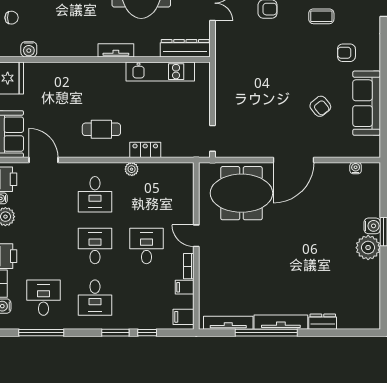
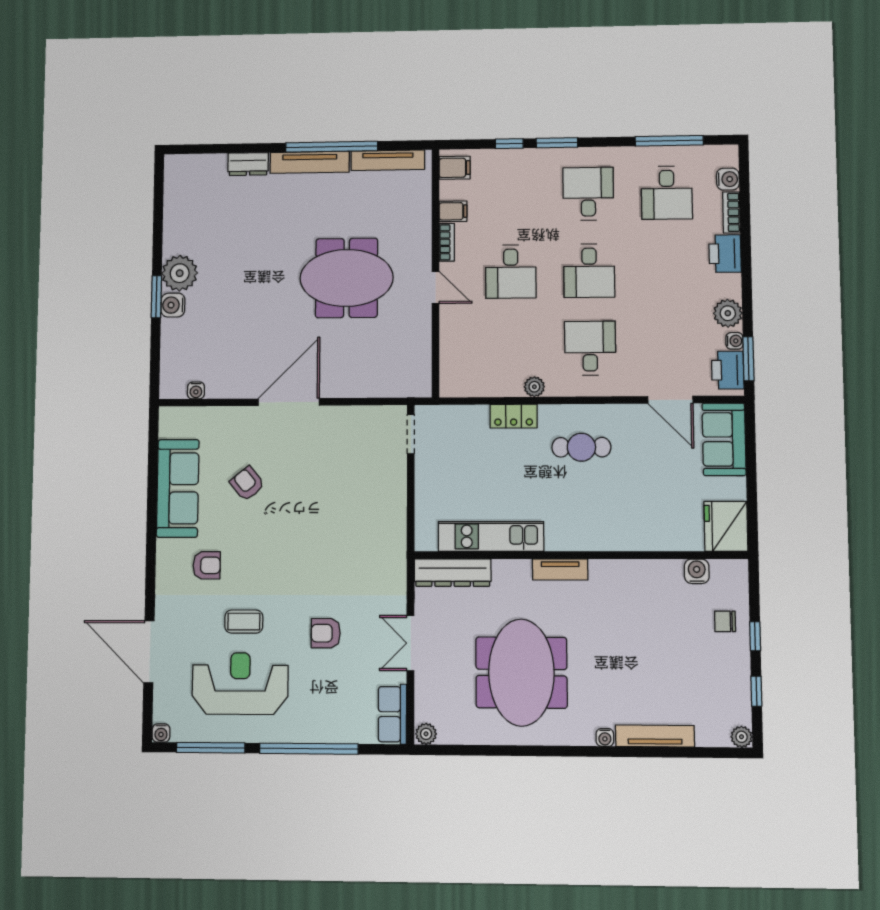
meeting table: (241, 193) -> (347, 278), moved

